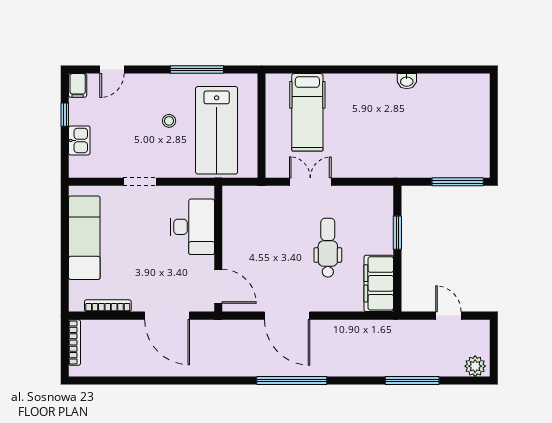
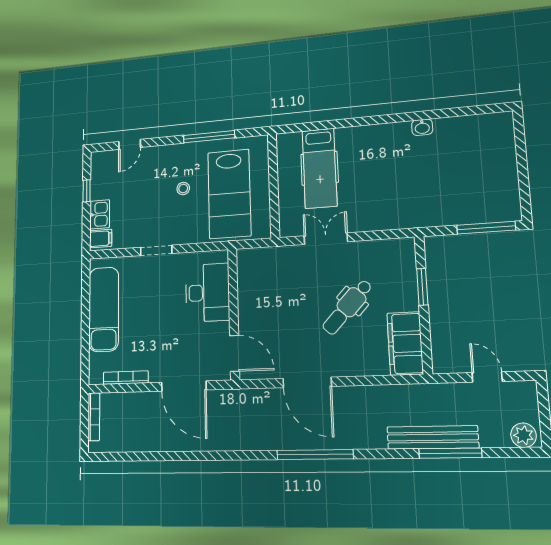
filing cabinet: (78, 85) -> (101, 239), moved, turned -90
dental chair: (328, 248) -> (347, 307), turned -137
bench: (398, 367) -> (433, 437), added

